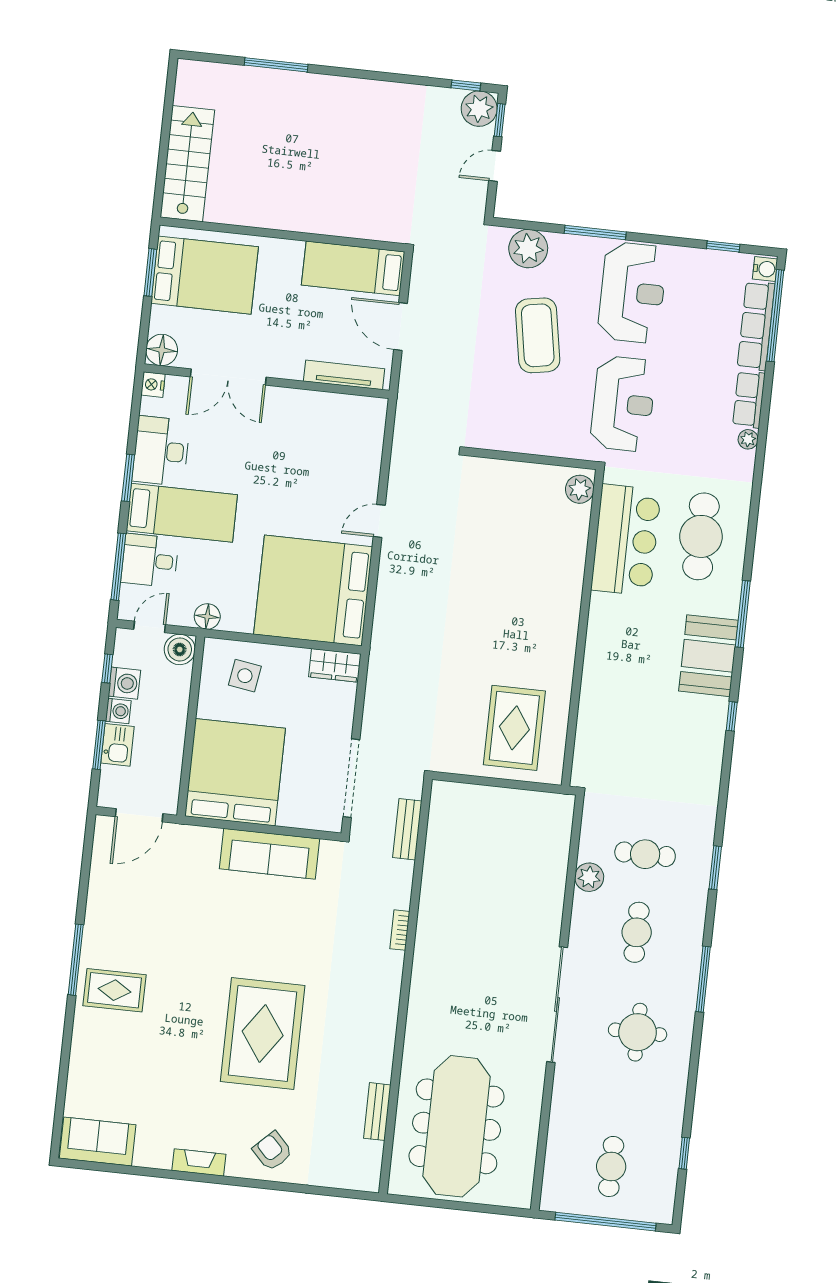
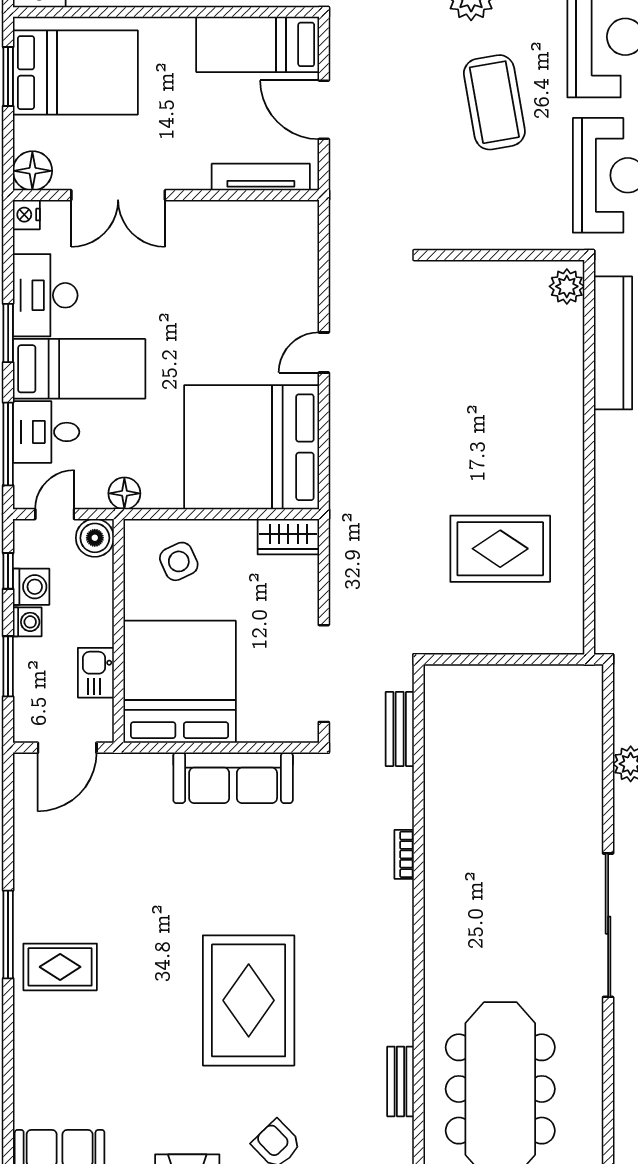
side table: (245, 676) -> (179, 561), turned -34
rug: (514, 728) -> (500, 549), moved, turned 90
kitchen sink: (117, 745) -> (96, 673), moved, turned 180

